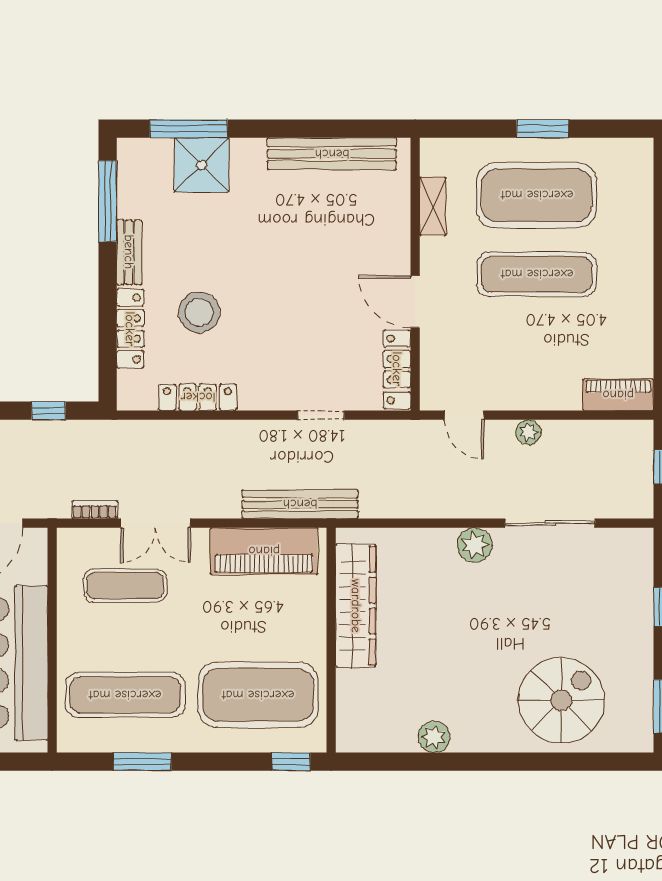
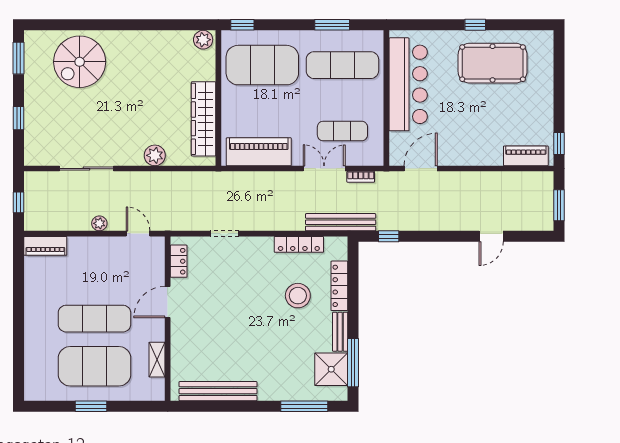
shower: (202, 165) -> (331, 369), moved
door: (415, 302) -> (168, 302), swing flipped
locker: (397, 369) -> (179, 261), width x0.66
bench: (300, 504) -> (341, 222), moved
plant: (475, 545) -> (155, 155), moved
plant: (434, 737) -> (203, 40), moved

